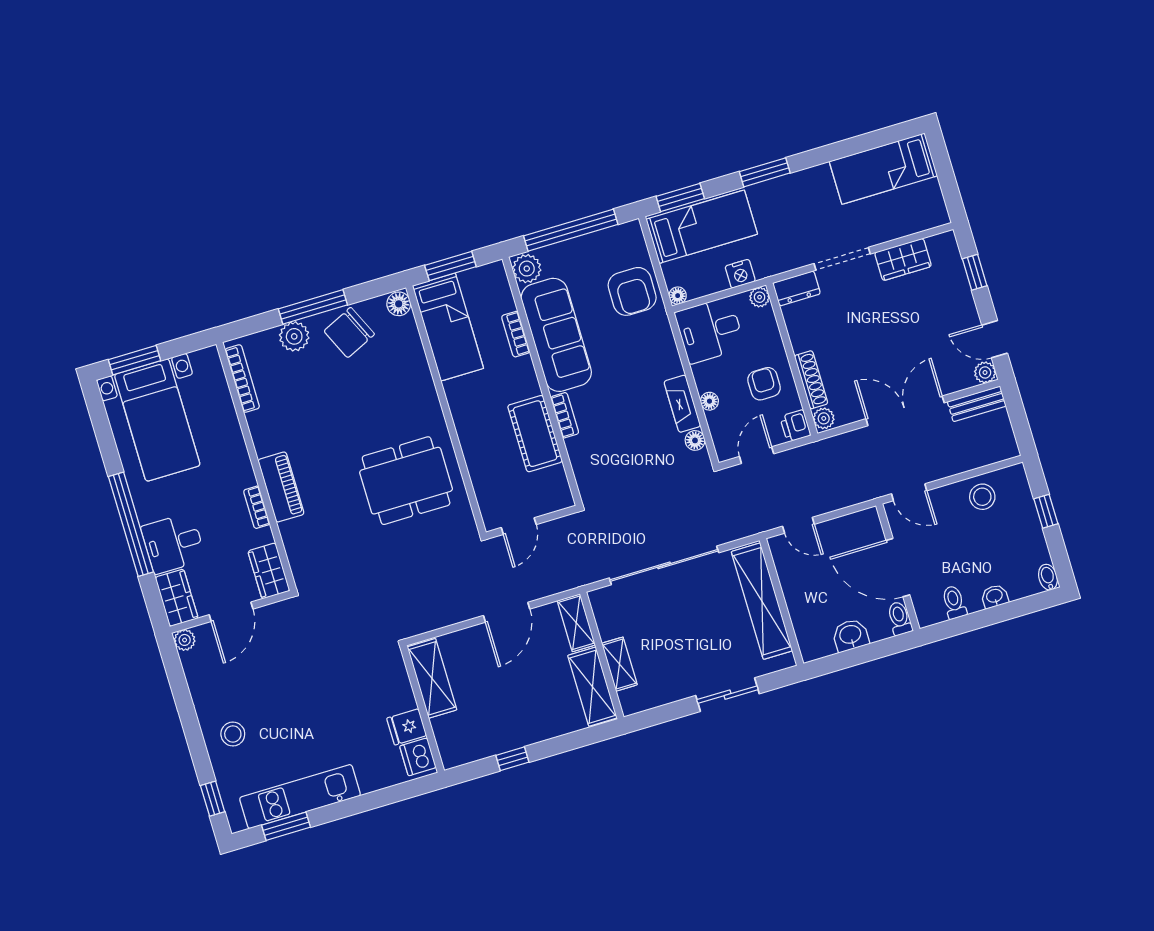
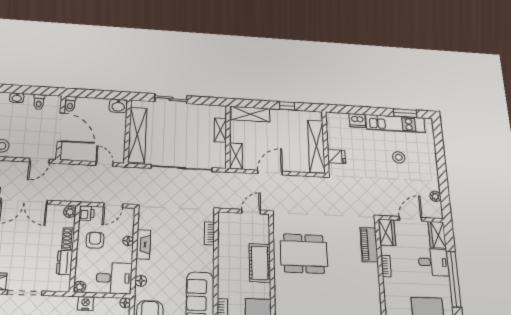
dresser: (797, 288) -> (65, 262), moved, turned -90
shoe rack: (811, 380) -> (68, 238), width x0.70
armchair: (764, 384) -> (95, 240), turned 180
bookcase: (565, 415) -> (209, 233), moved
cot: (535, 434) -> (260, 263), moved
floor lamp: (695, 440) -> (141, 281), moved
piano: (281, 487) -> (369, 245), moved
door: (909, 492) -> (39, 161), swing flipped
washbasin: (850, 635) -> (118, 106), moved
plant: (185, 640) -> (435, 196), moved
shelving: (432, 678) -> (316, 146), width x1.47
shelving: (592, 687) -> (250, 114), moved, turned 90
fridge: (407, 727) -> (336, 157), moved
stool: (233, 734) -> (399, 157), moved
dishwasher: (418, 757) -> (357, 120), moved, turned 90
window: (213, 799) -> (438, 137), removed

